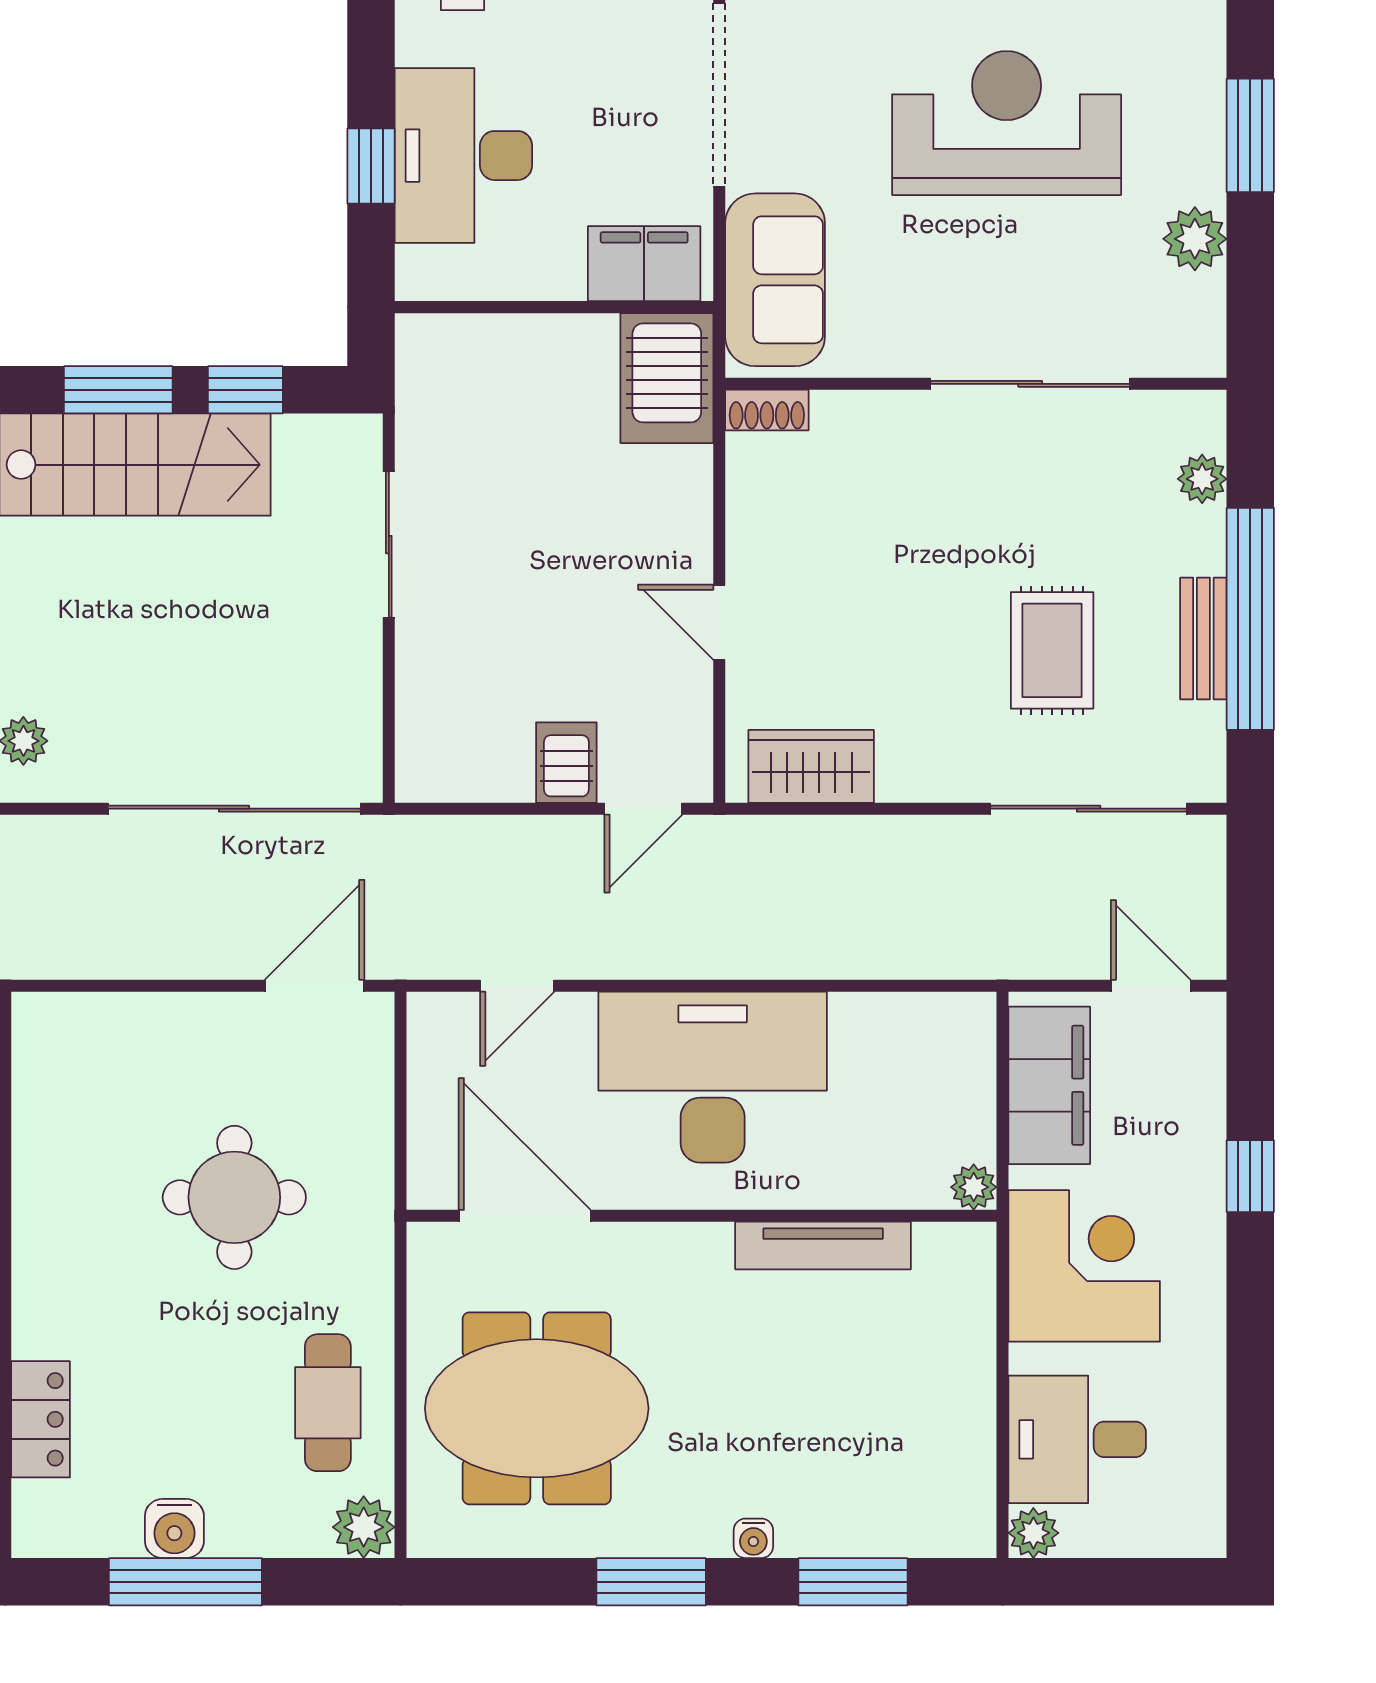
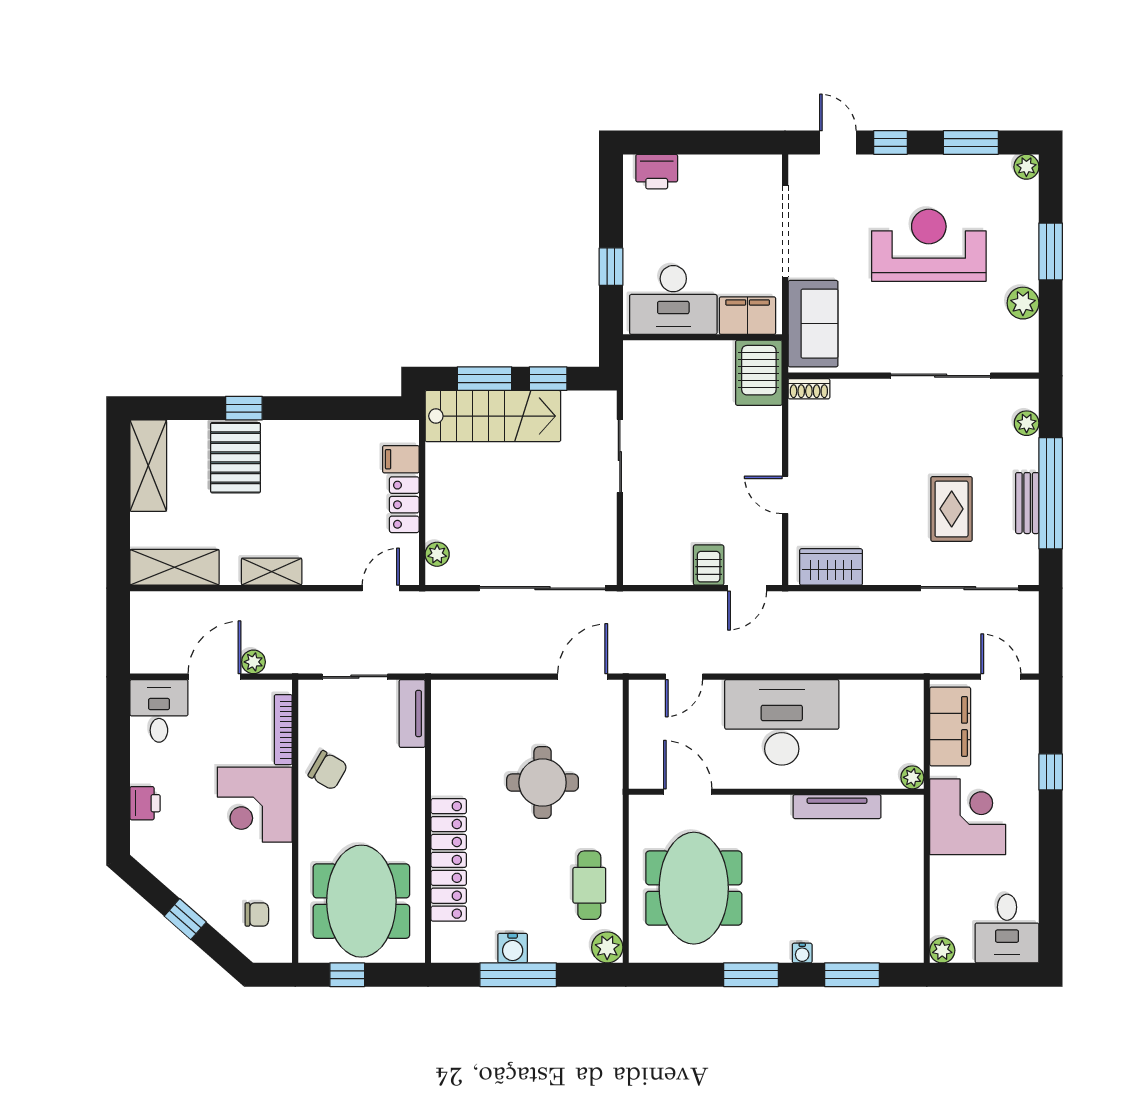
desk: (463, 156) -> (673, 300), moved, turned -90
door: (525, 1216) -> (688, 792), width x0.73
meeting table: (537, 1408) -> (694, 888), turned 90
locker: (41, 1419) -> (449, 860), width x2.16, depth x1.21
desk: (1077, 1439) -> (1007, 929), moved, turned -90

